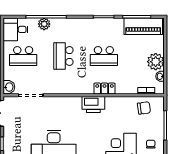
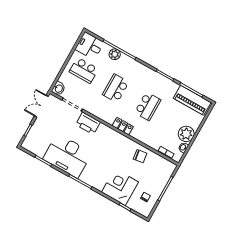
school desk: (104, 56) -> (148, 106), turned -90
locker: (104, 89) -> (123, 126), moved
printer: (93, 104) -> (88, 123), moved
chair: (144, 108) -> (140, 156), moved

